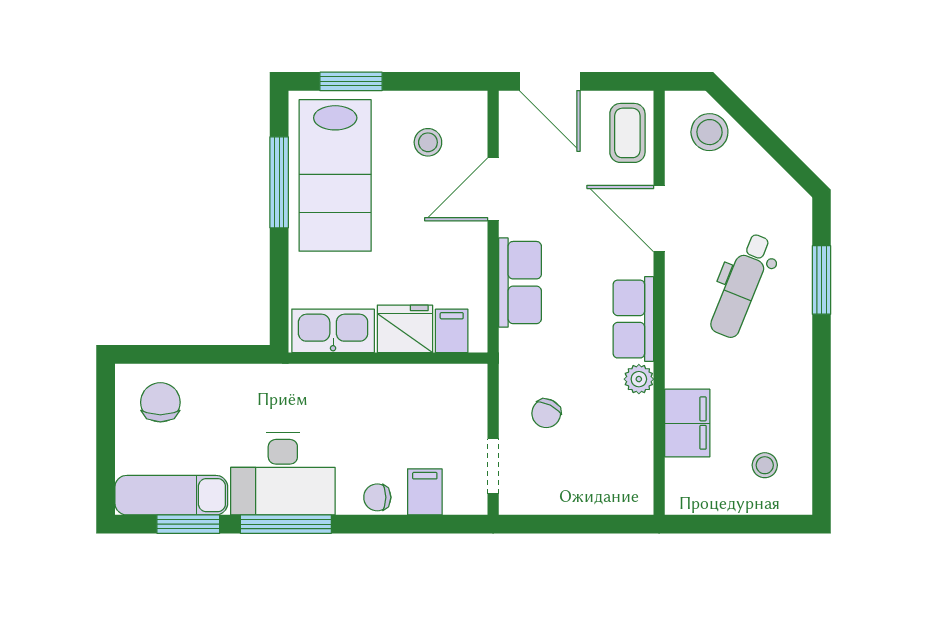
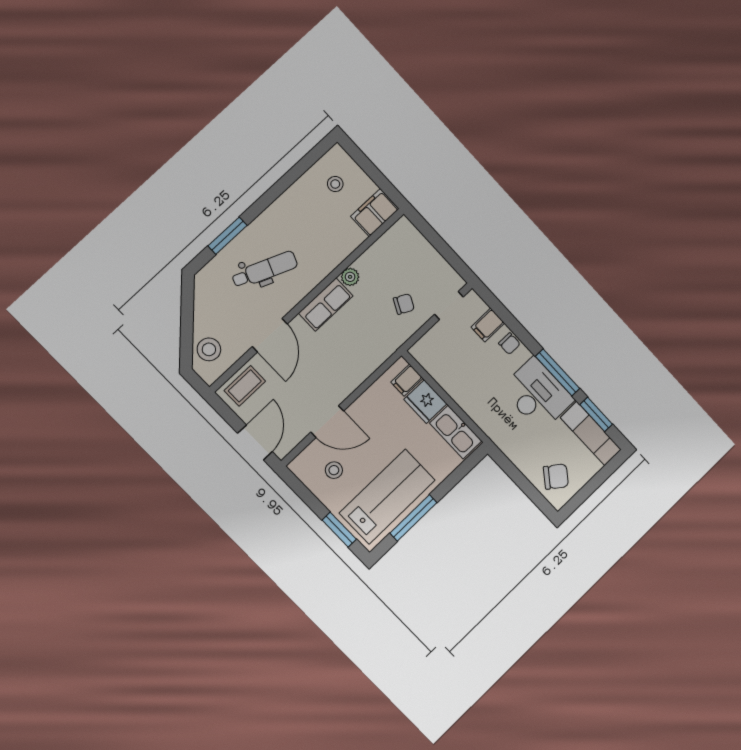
row of seats: (520, 283) -> (357, 370), removed
chair: (160, 402) -> (556, 477), turned -143
filing cabinet: (687, 423) -> (375, 213), moved

